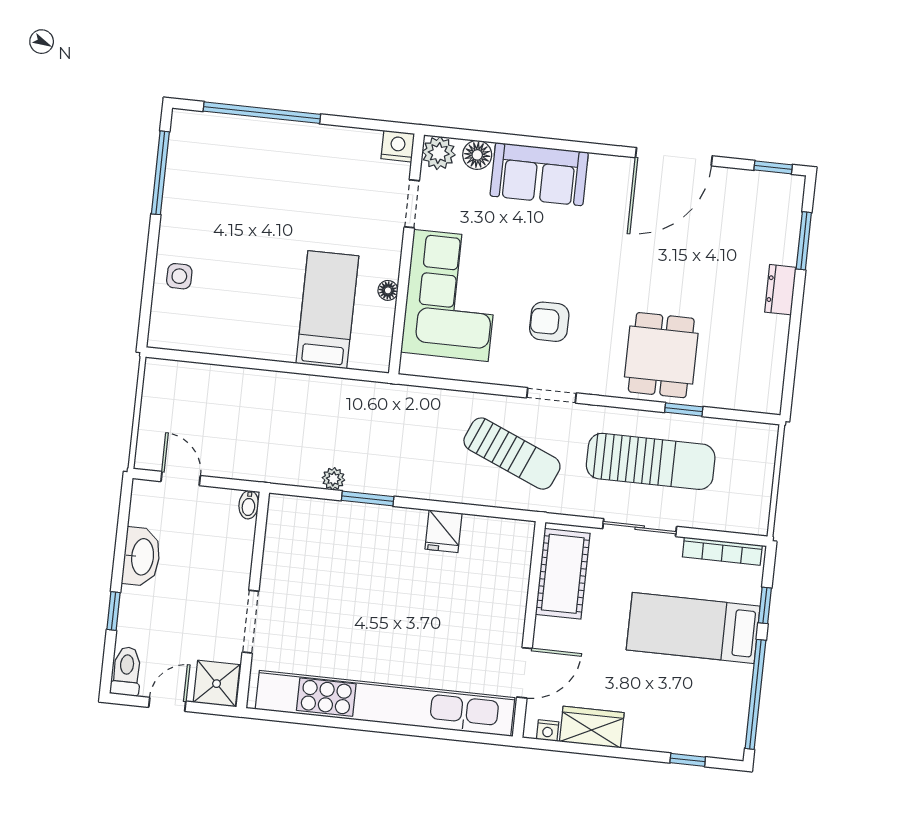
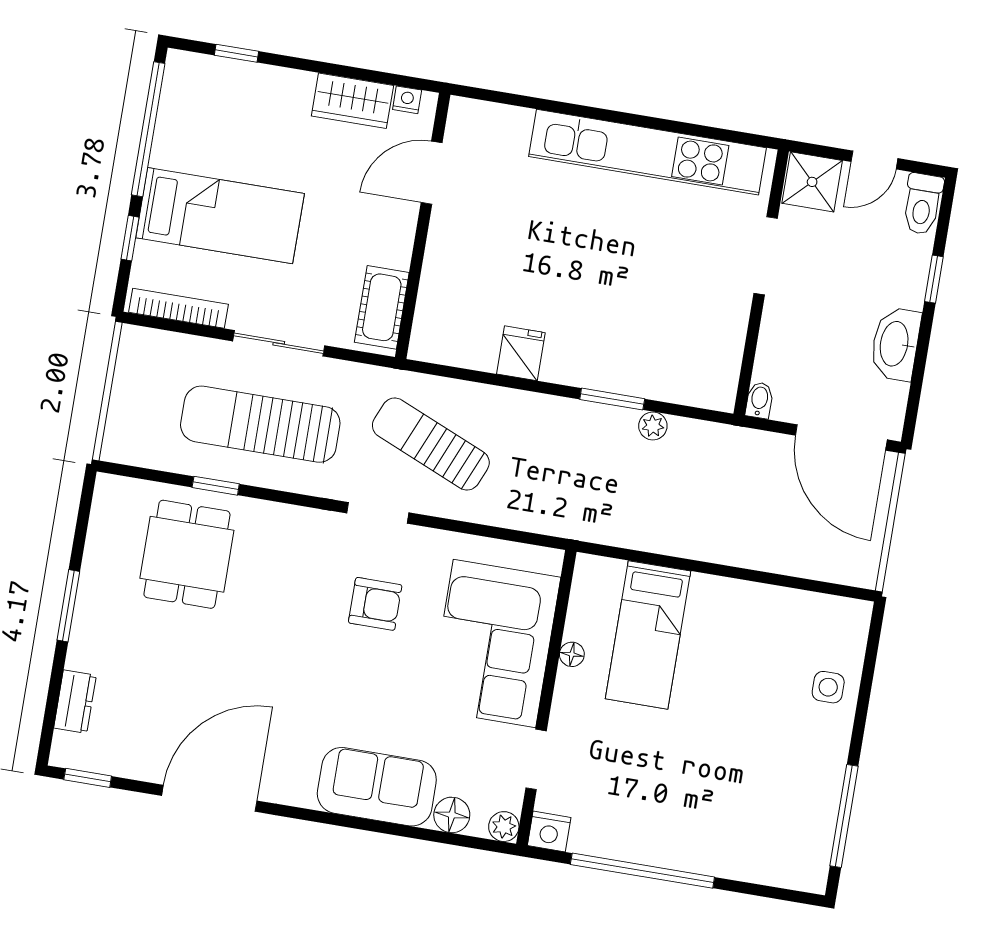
window: (262, 113) -> (642, 871), moved
plant: (439, 153) -> (504, 827), width x0.73, depth x0.73
window: (804, 241) -> (68, 606), moved
dresser: (780, 290) -> (75, 702), moved
dining table: (661, 355) -> (187, 554), moved
door: (181, 479) -> (841, 437), width x1.88
cot: (563, 574) -> (382, 307), width x0.73, depth x0.75
kitchen unit: (385, 703) -> (647, 152), width x0.73

